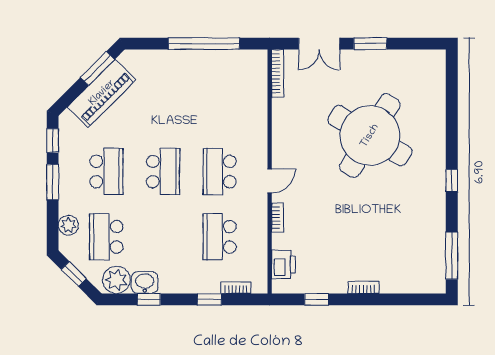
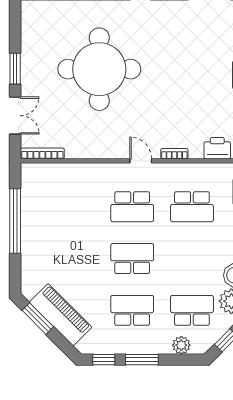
round table: (370, 136) -> (99, 69), turned -31
school desk: (106, 237) -> (192, 310), turned 180

